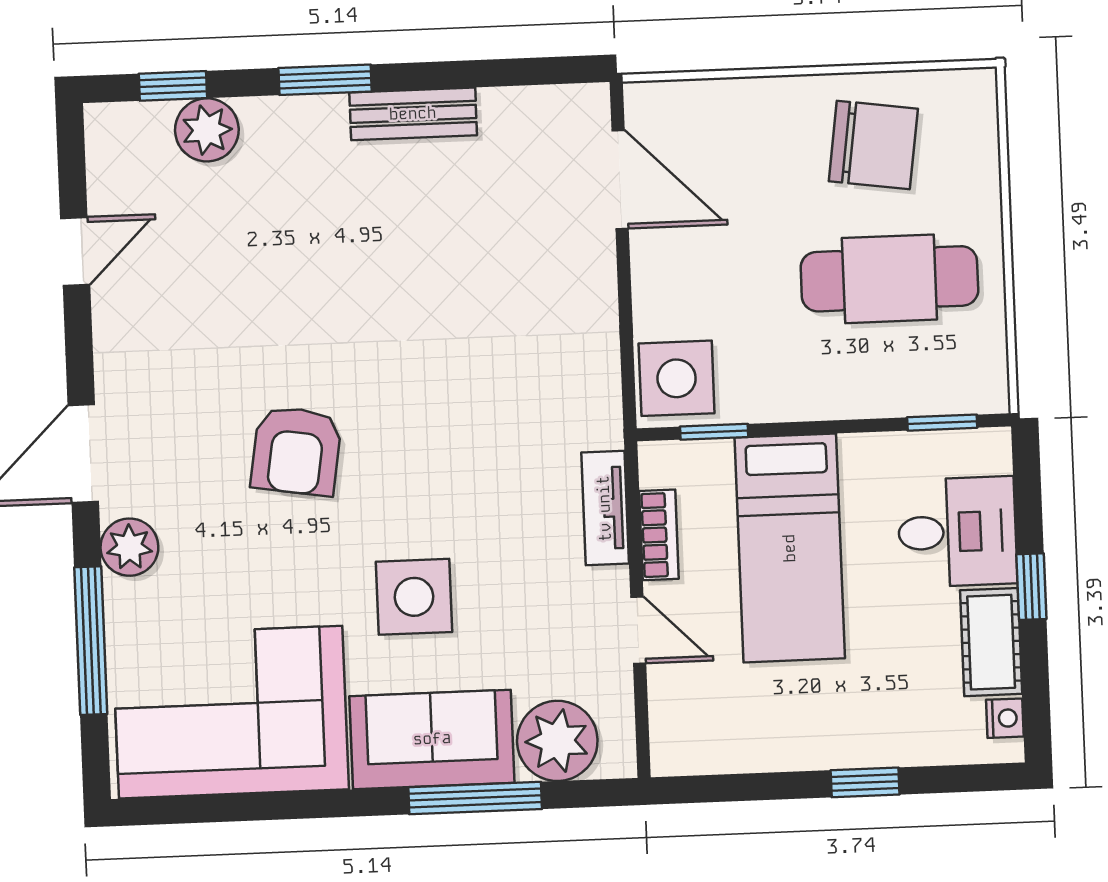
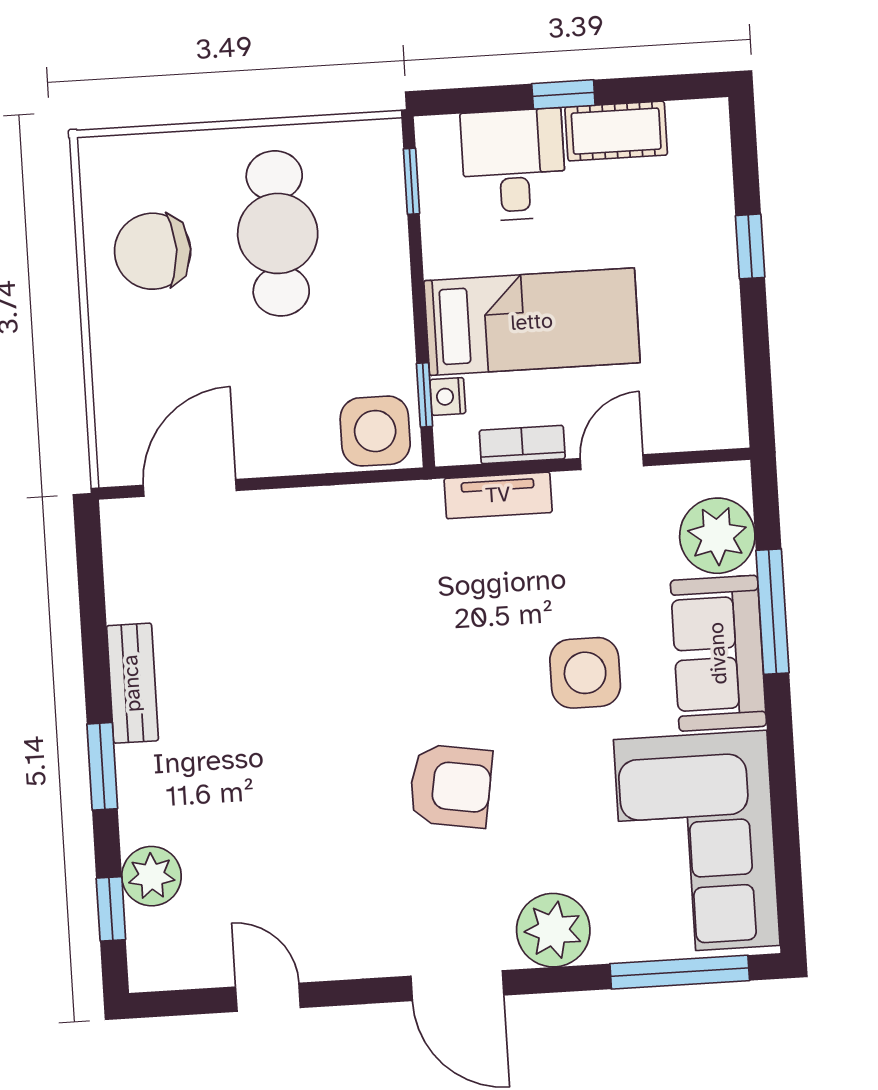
chair: (873, 145) -> (153, 251), turned -98
plant: (129, 547) -> (553, 930), width x1.36, depth x1.36
window: (91, 641) -> (680, 972), moved
nightstand: (1005, 718) -> (448, 396), moved, turned -90

